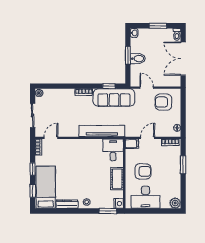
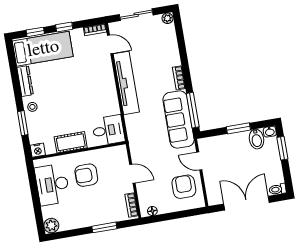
window: (158, 26) -> (282, 148), moved
bidet: (138, 59) -> (256, 139), moved
window: (109, 86) -> (193, 110), width x2.17
door: (147, 88) -> (199, 161), swing flipped
tv unit: (102, 131) -> (126, 83), moved
filing cabinet: (132, 144) -> (121, 154), removed
armchair: (143, 171) -> (86, 175), turned 90
window: (108, 211) -> (23, 123), moved

